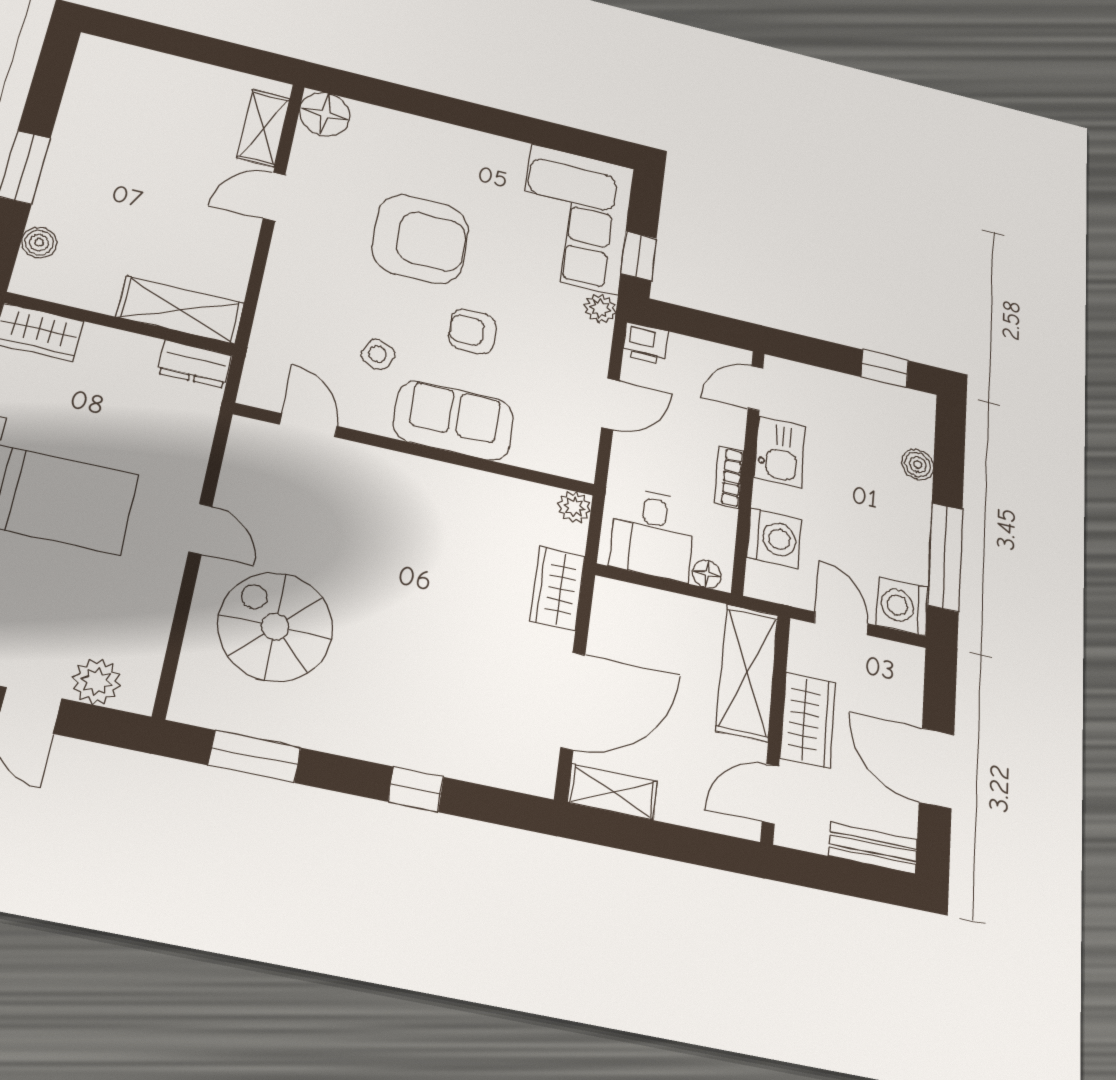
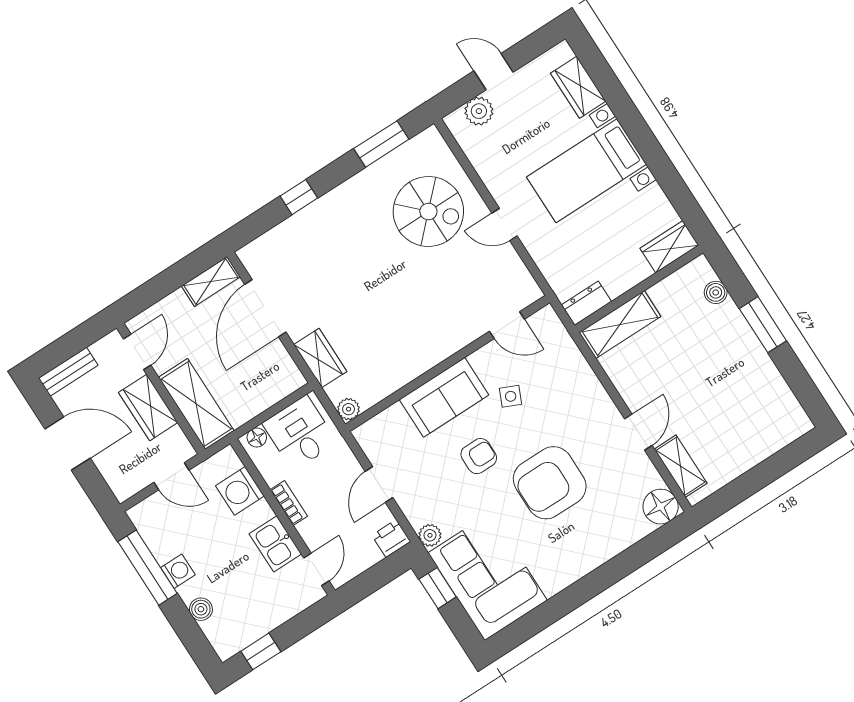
washing machine: (902, 606) -> (178, 571), moved, width x0.73, depth x0.73

